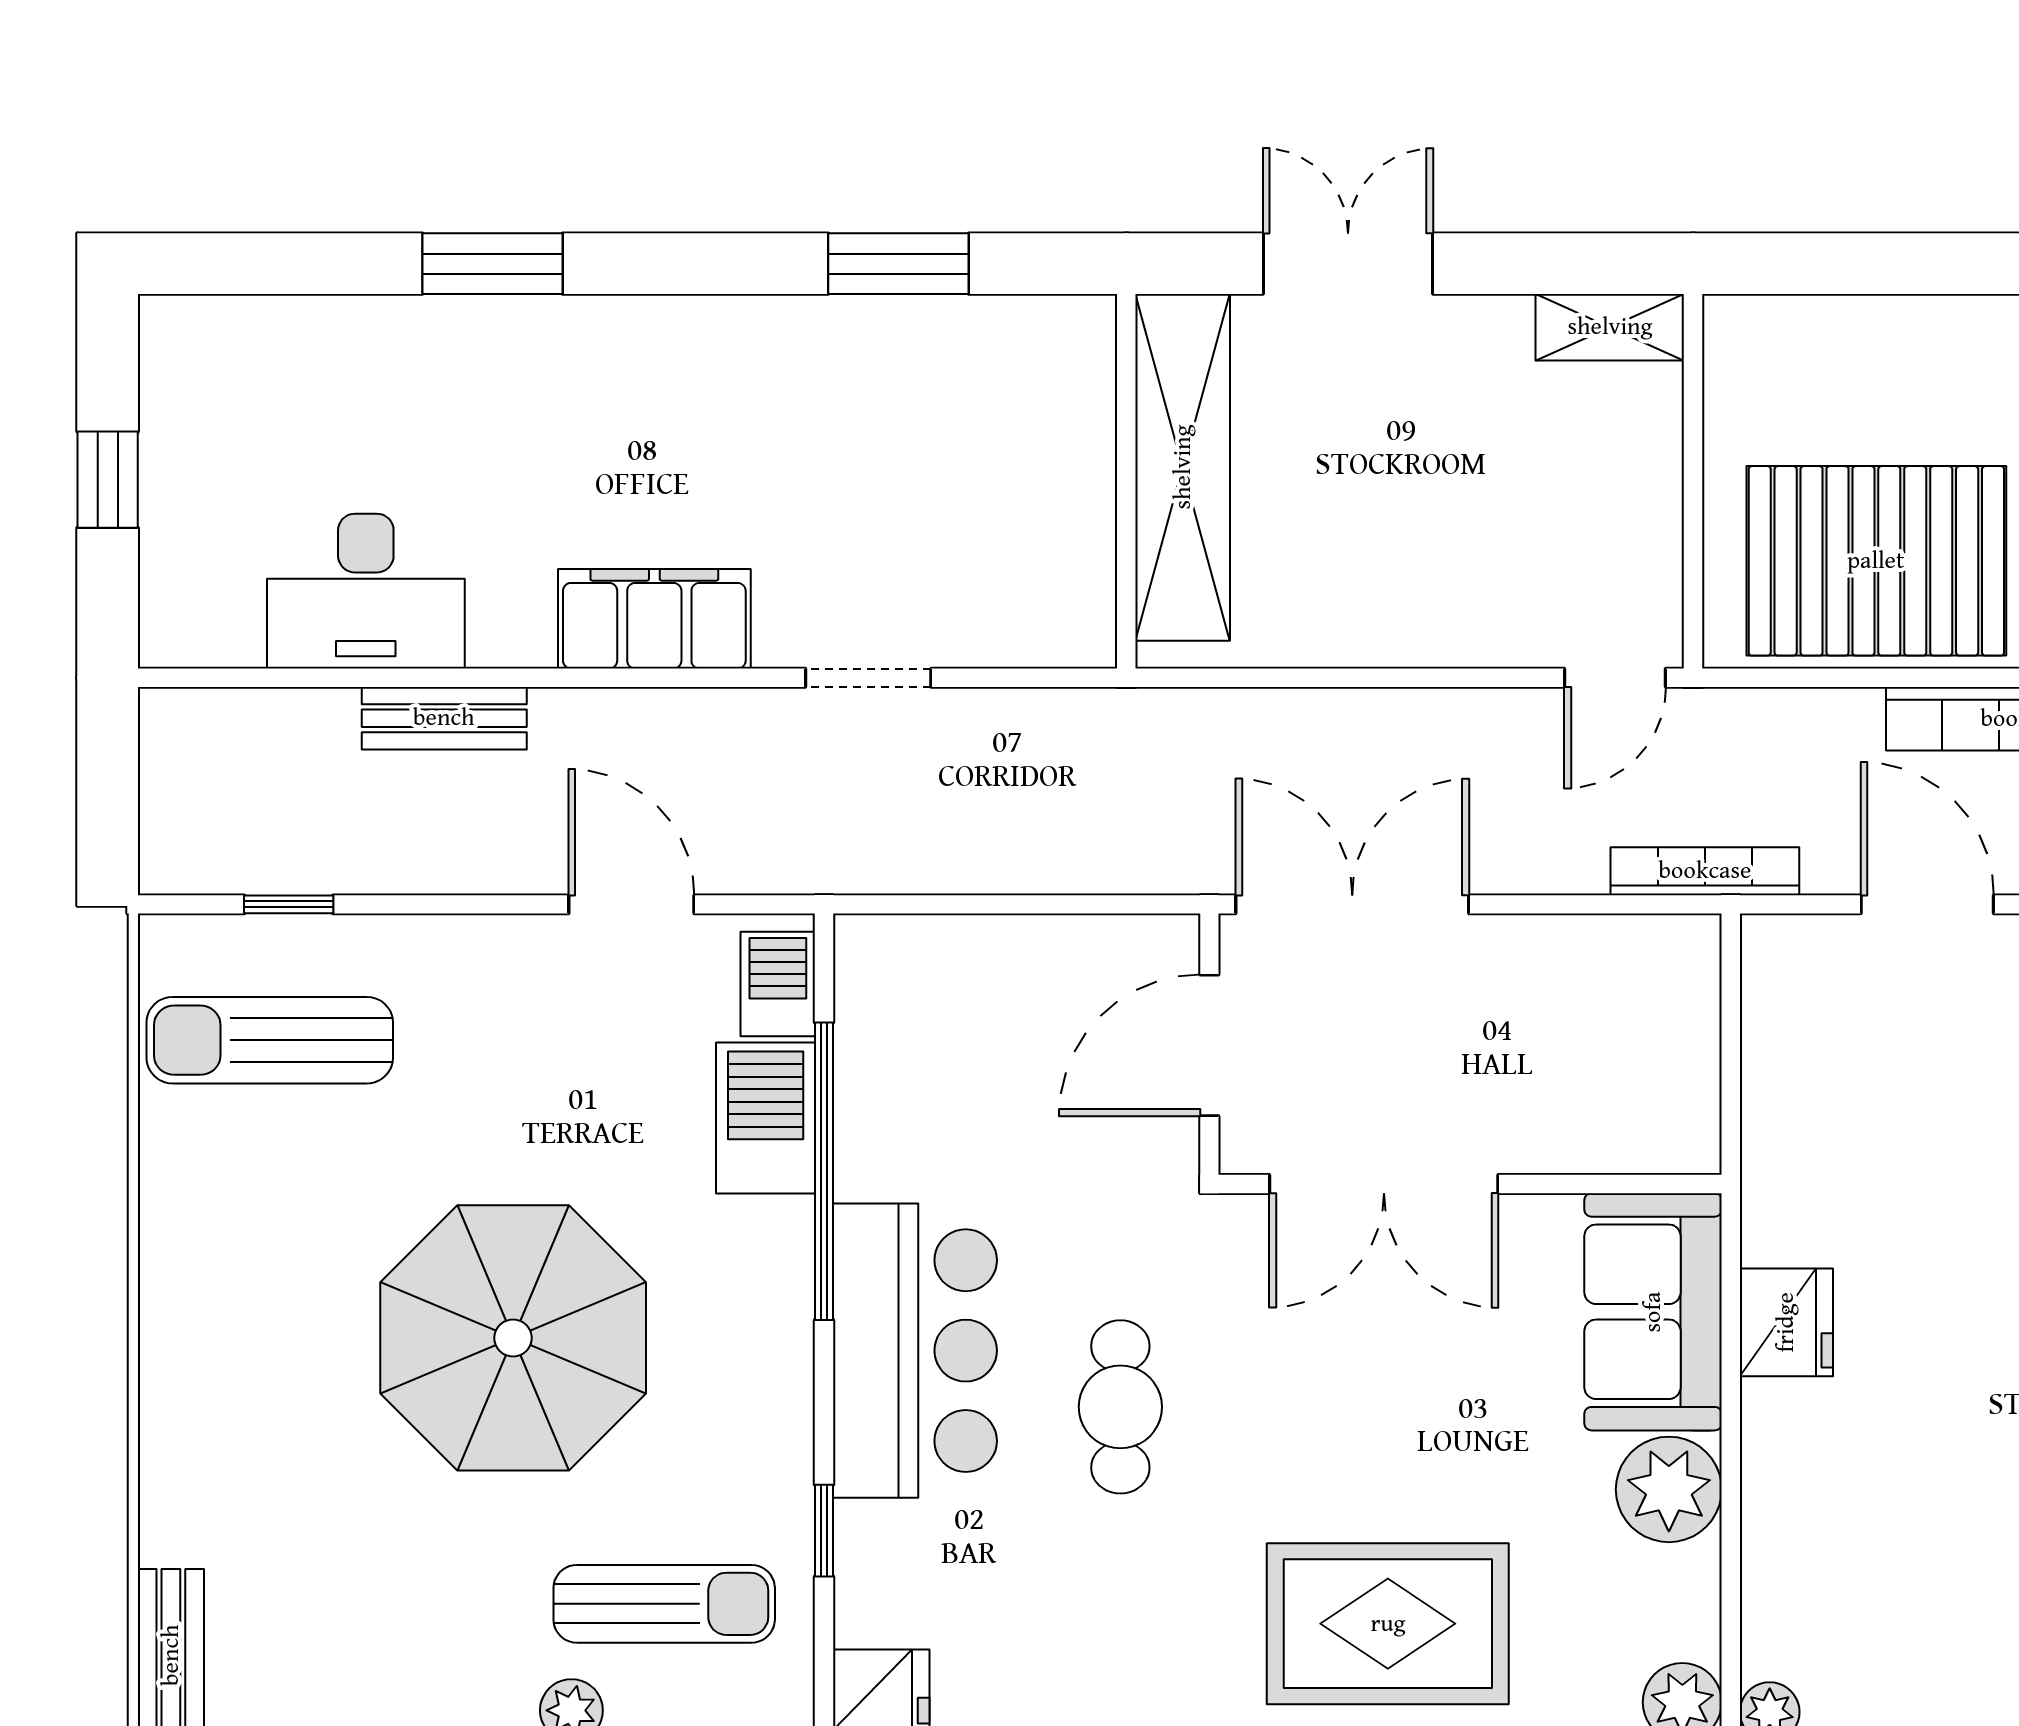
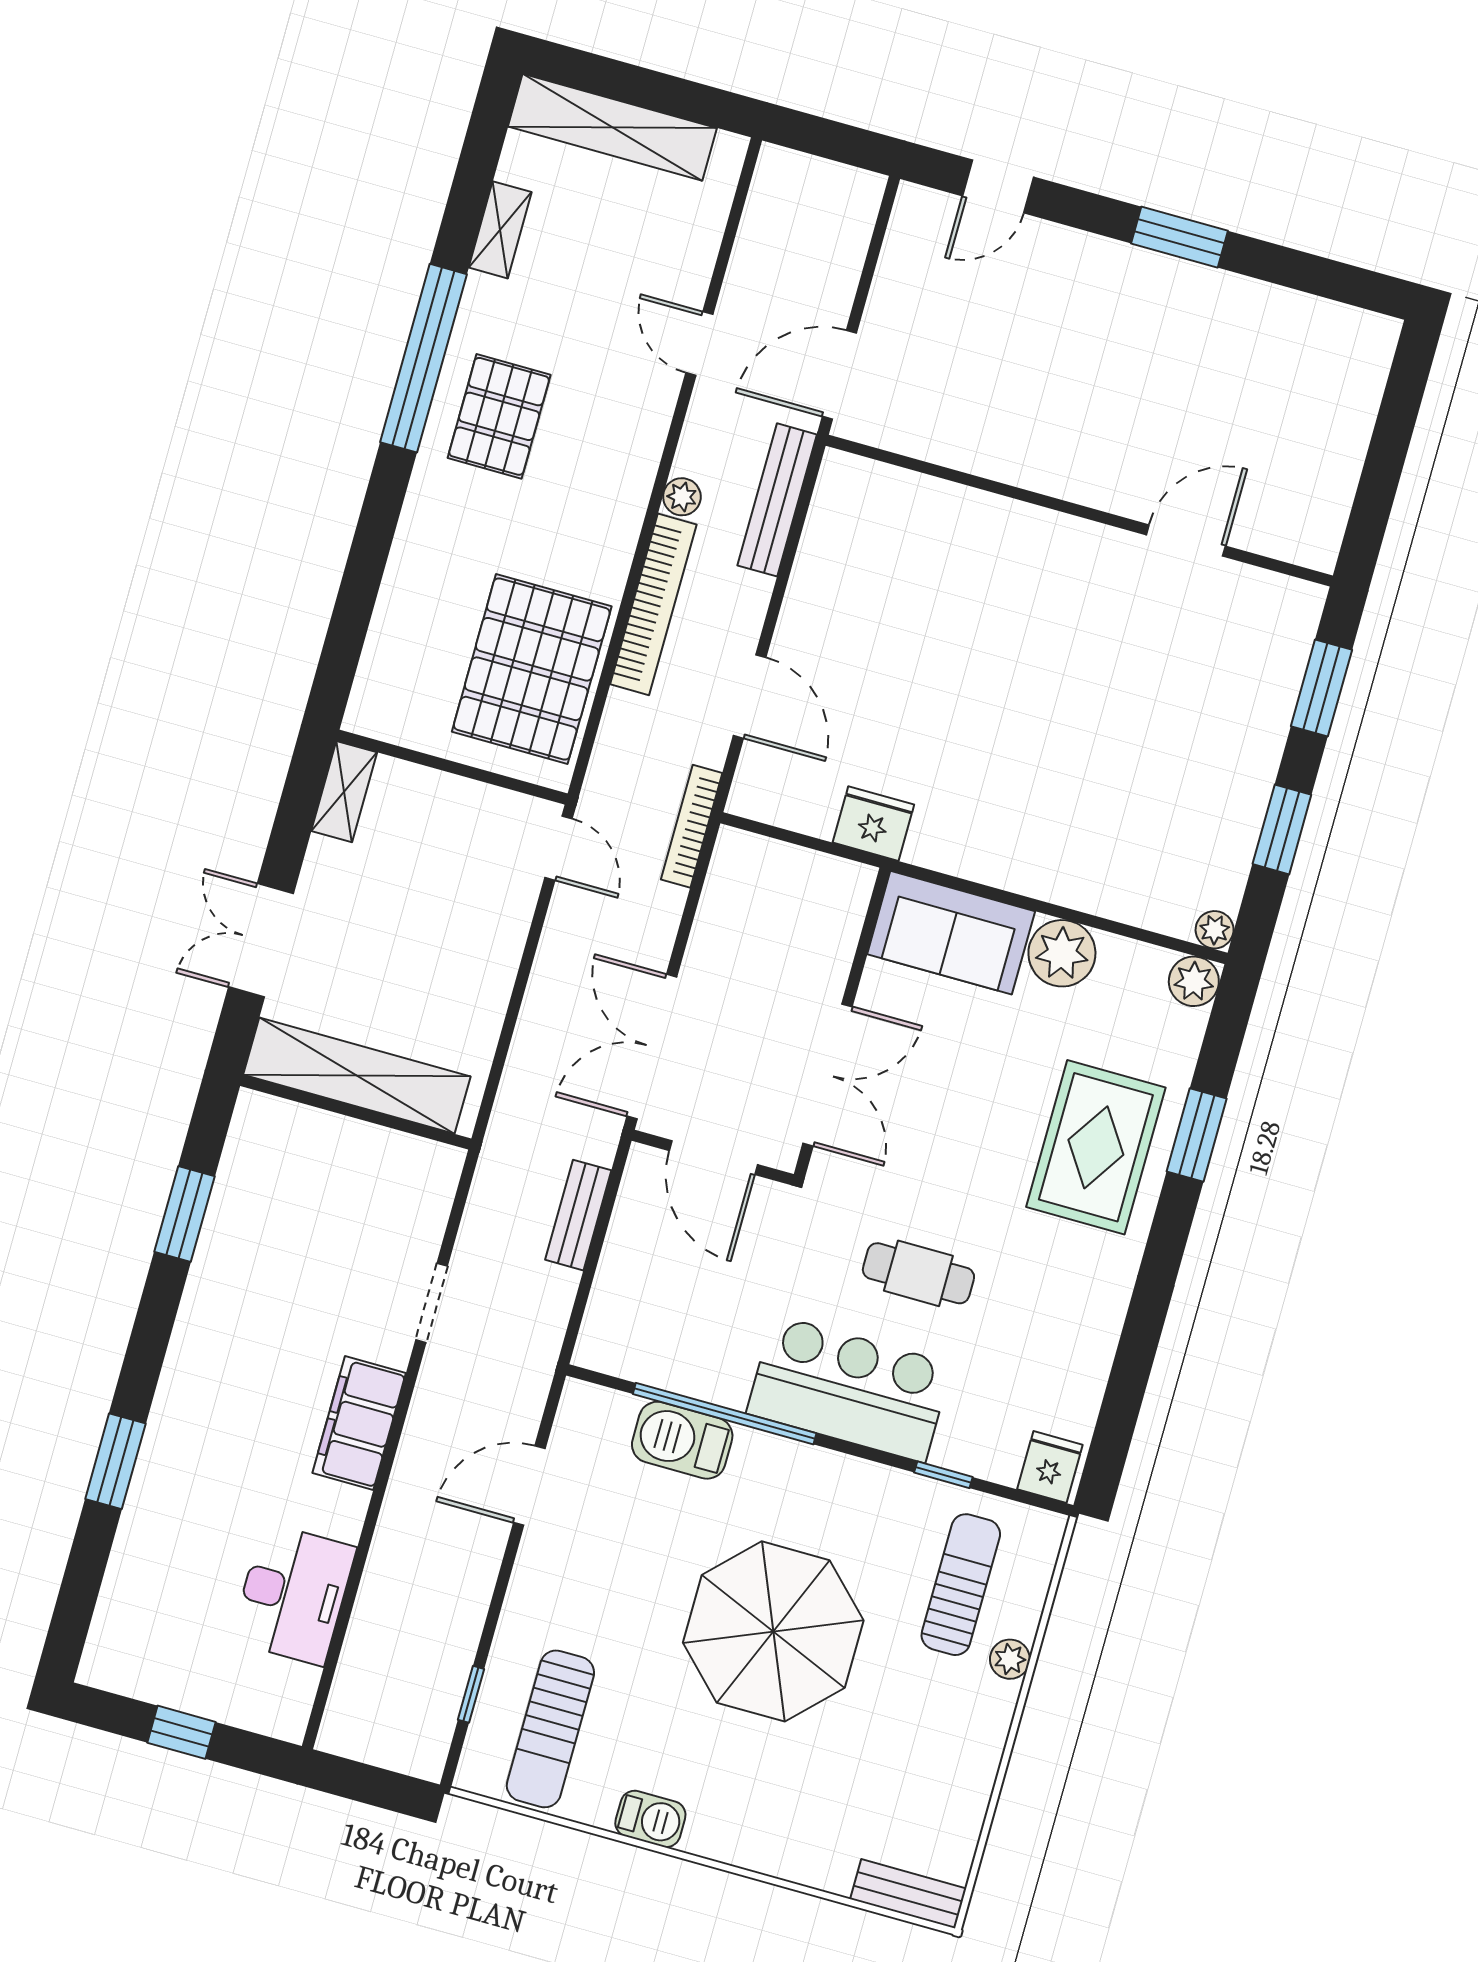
bench: (444, 718) -> (578, 1215), moved
door: (1927, 904) -> (750, 696), swing flipped
barbecue: (778, 984) -> (650, 1819), moved, turned 180
fridge: (1786, 1322) -> (873, 824), moved

